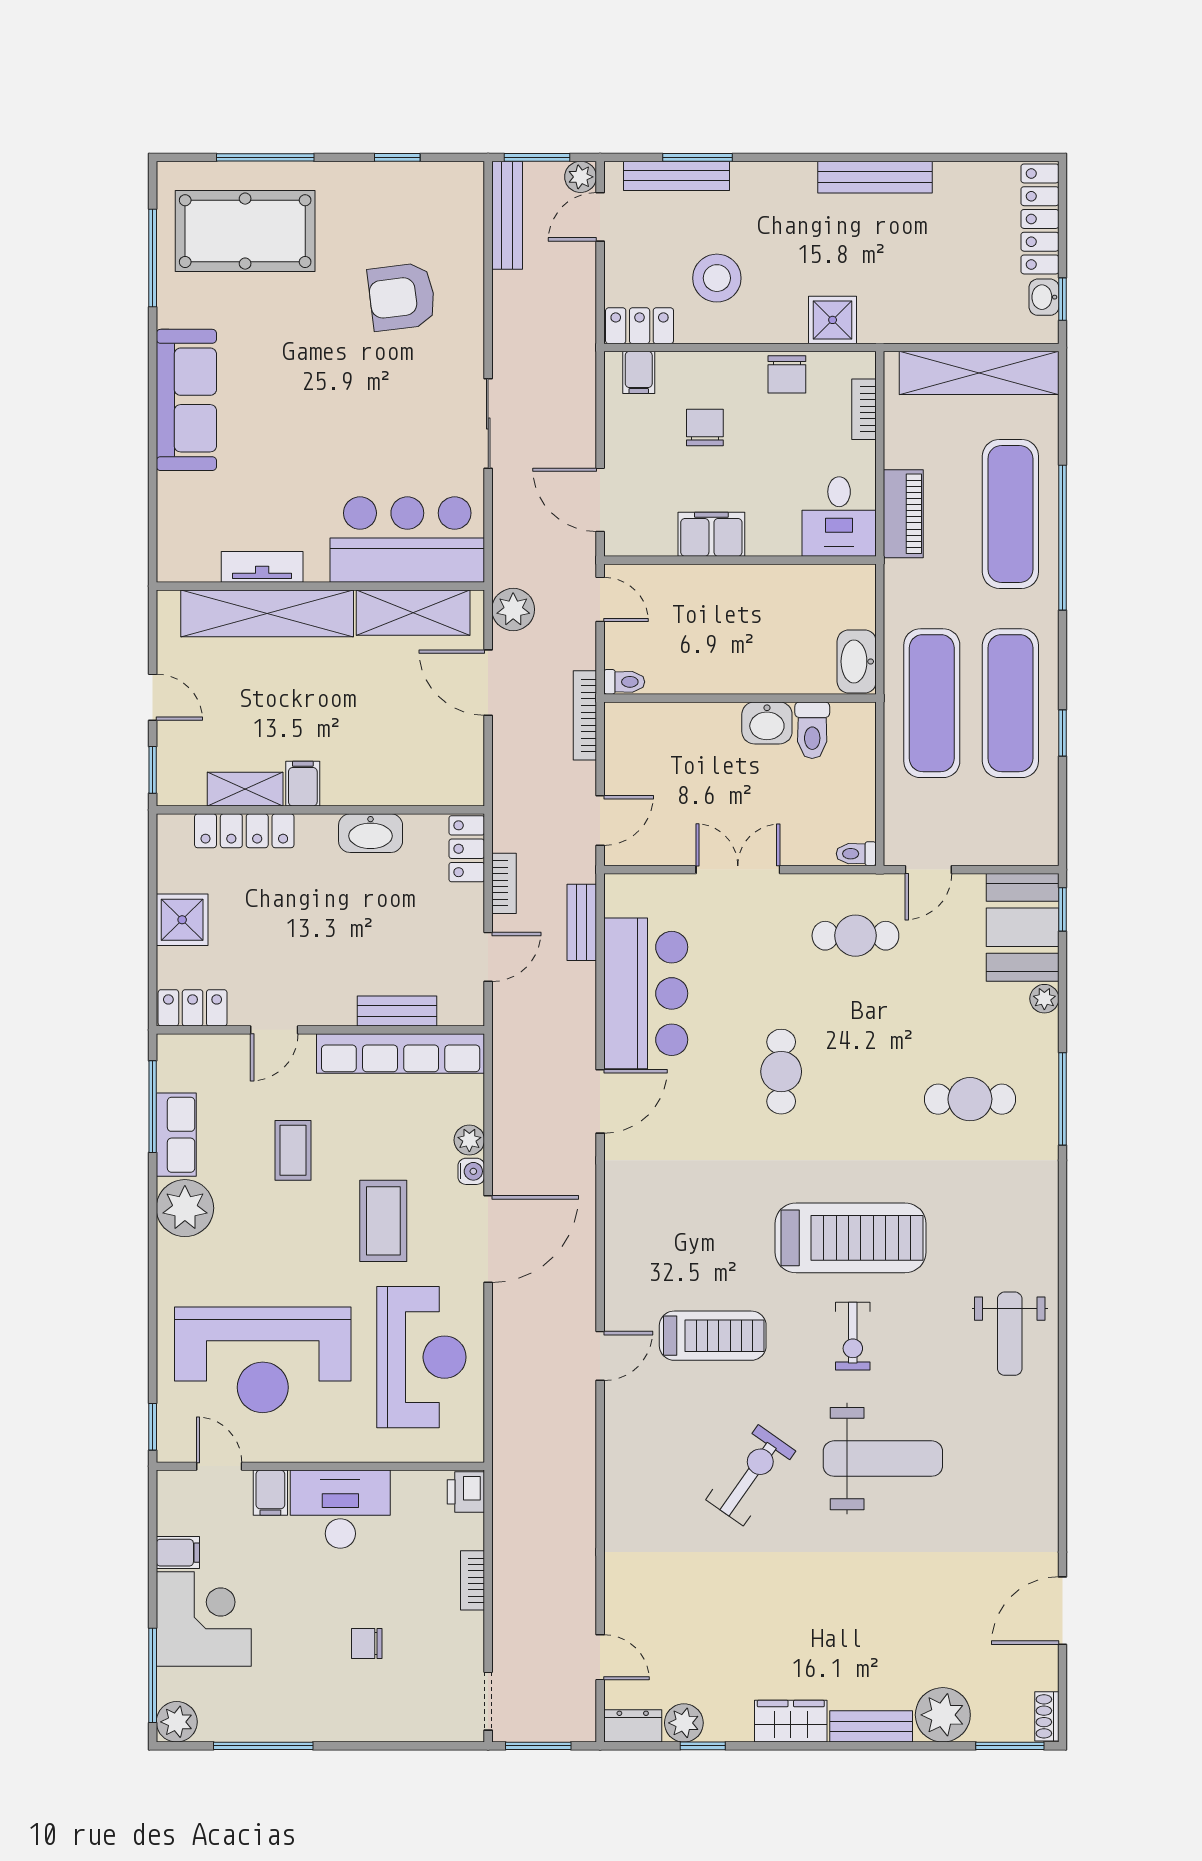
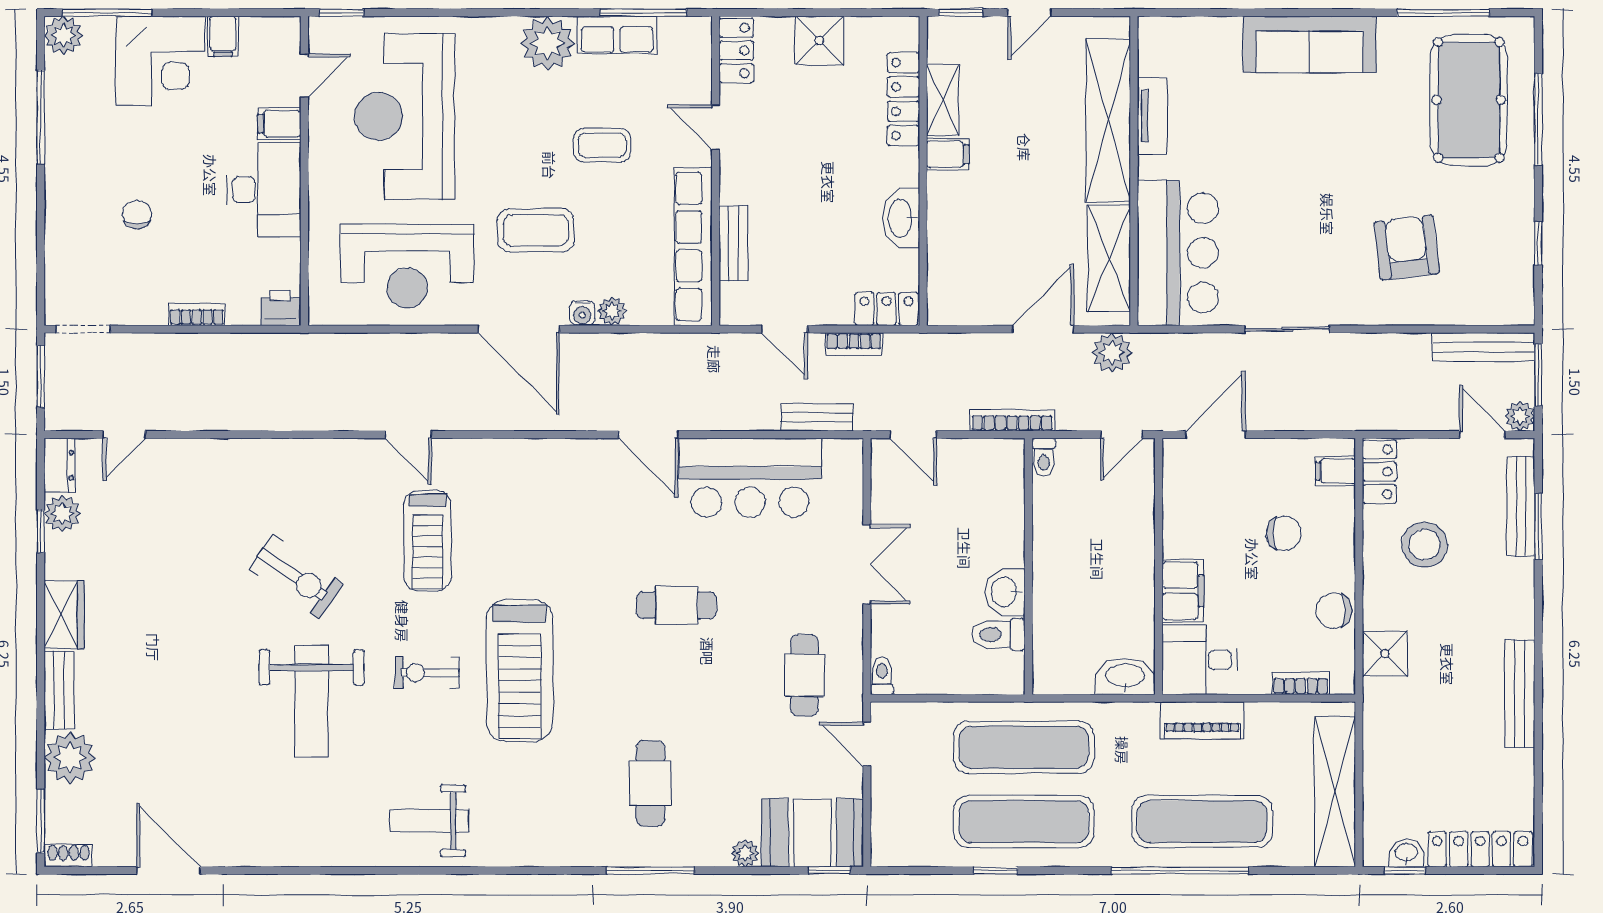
filing cabinet: (711, 534) -> (1183, 591), moved
washbasin: (857, 661) -> (1125, 676), moved

